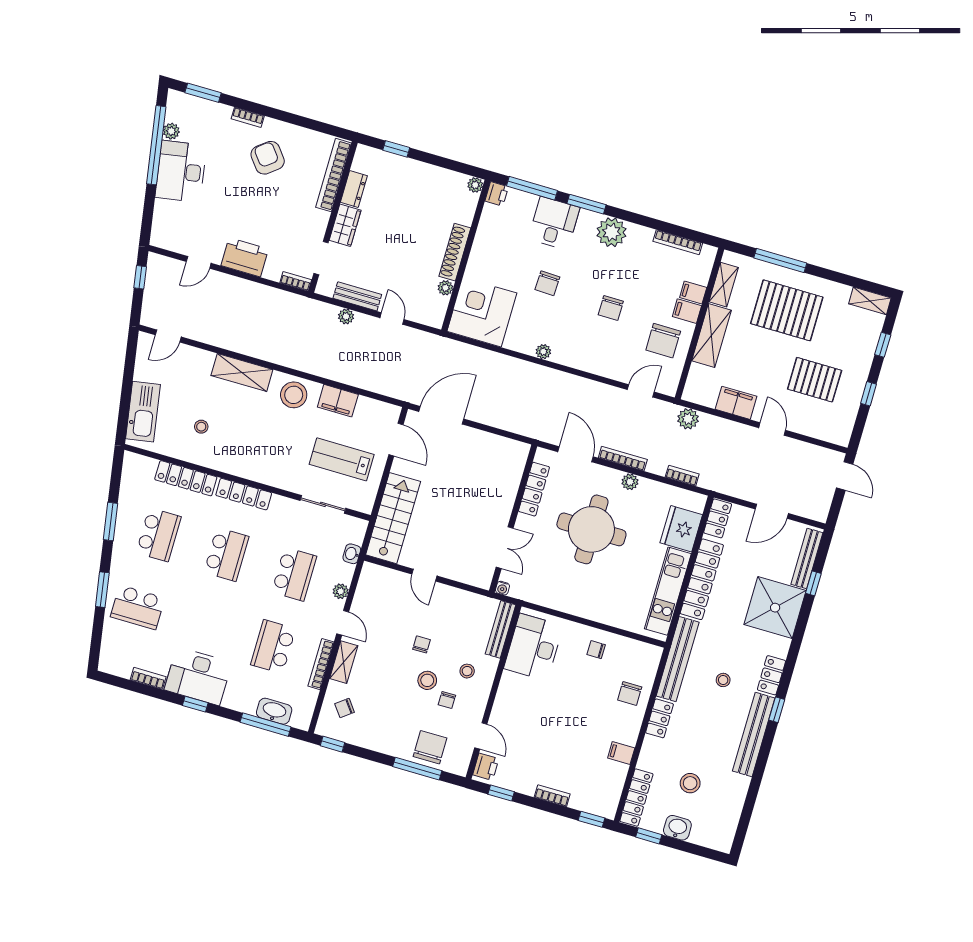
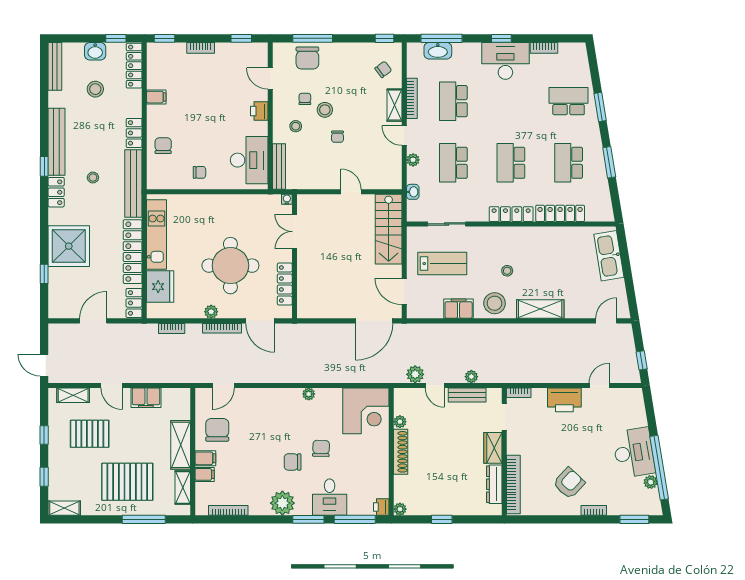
window: (396, 149) -> (442, 519), moved
armchair: (268, 158) -> (569, 483), turned -99
dresser: (354, 189) -> (494, 484), width x1.44
chair: (611, 308) -> (293, 462), moved, turned -90
plant: (688, 419) -> (415, 374), moved
stool: (201, 427) -> (507, 271), moved
shelving: (821, 431) -> (73, 395), added
bench: (807, 558) -> (55, 66), moved
school desk: (273, 647) -> (453, 101), turned 180
printer: (486, 767) -> (259, 111), moved

